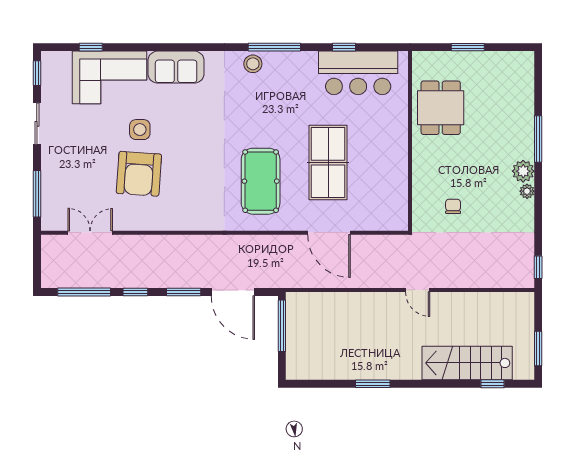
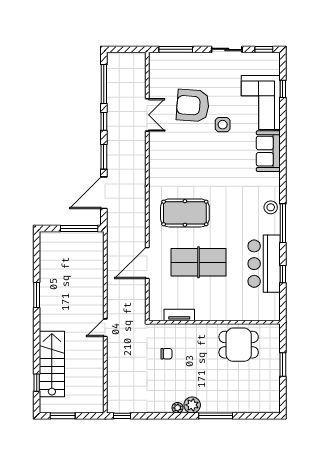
bar counter: (358, 73) -> (264, 264), moved
armchair: (139, 174) -> (193, 105), moved
tv unit: (400, 189) -> (179, 315), added
double door: (90, 233) -> (147, 115), moved

